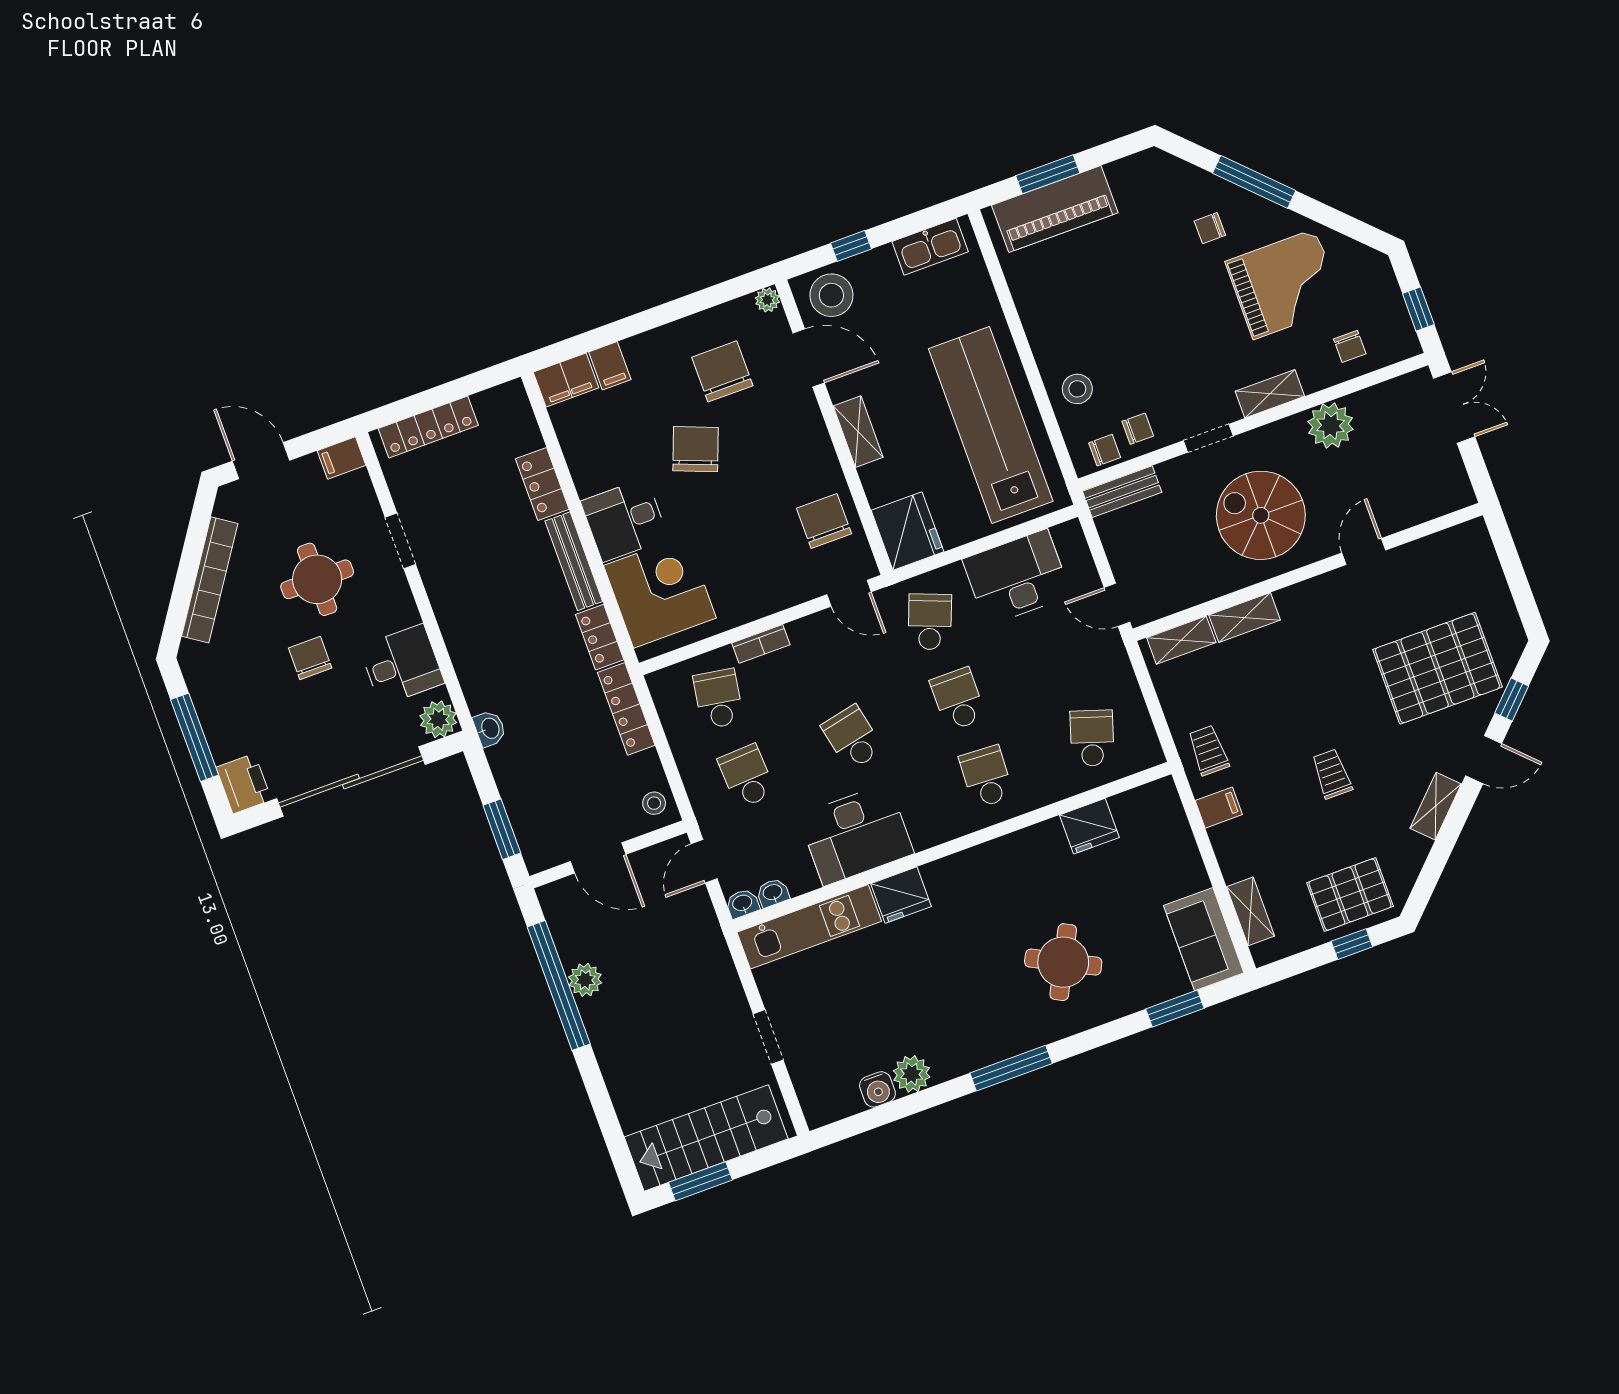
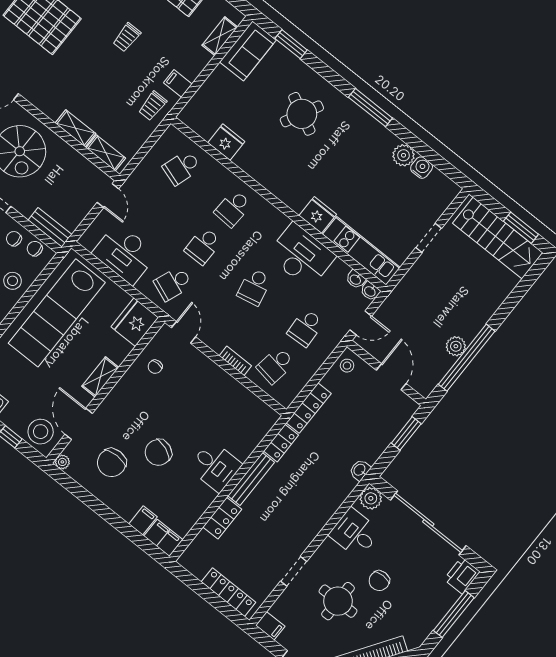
chair: (824, 521) -> (155, 367), width x0.54, depth x0.54
corner desk: (660, 592) -> (240, 427), removed

